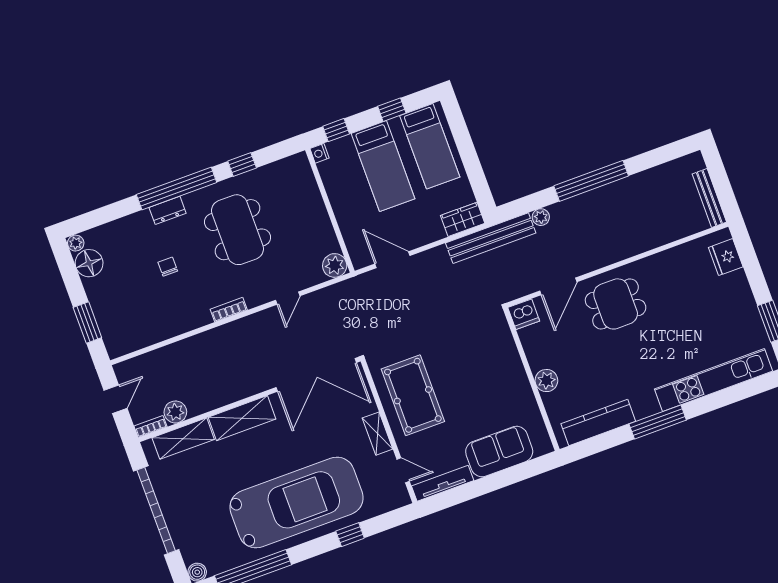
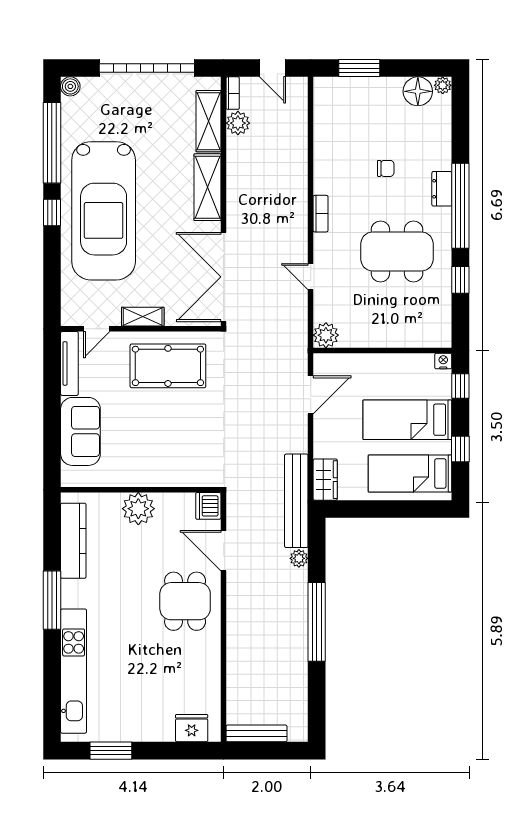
plant: (546, 381) -> (138, 509), width x1.36, depth x1.36
window: (350, 535) -> (52, 212), moved

